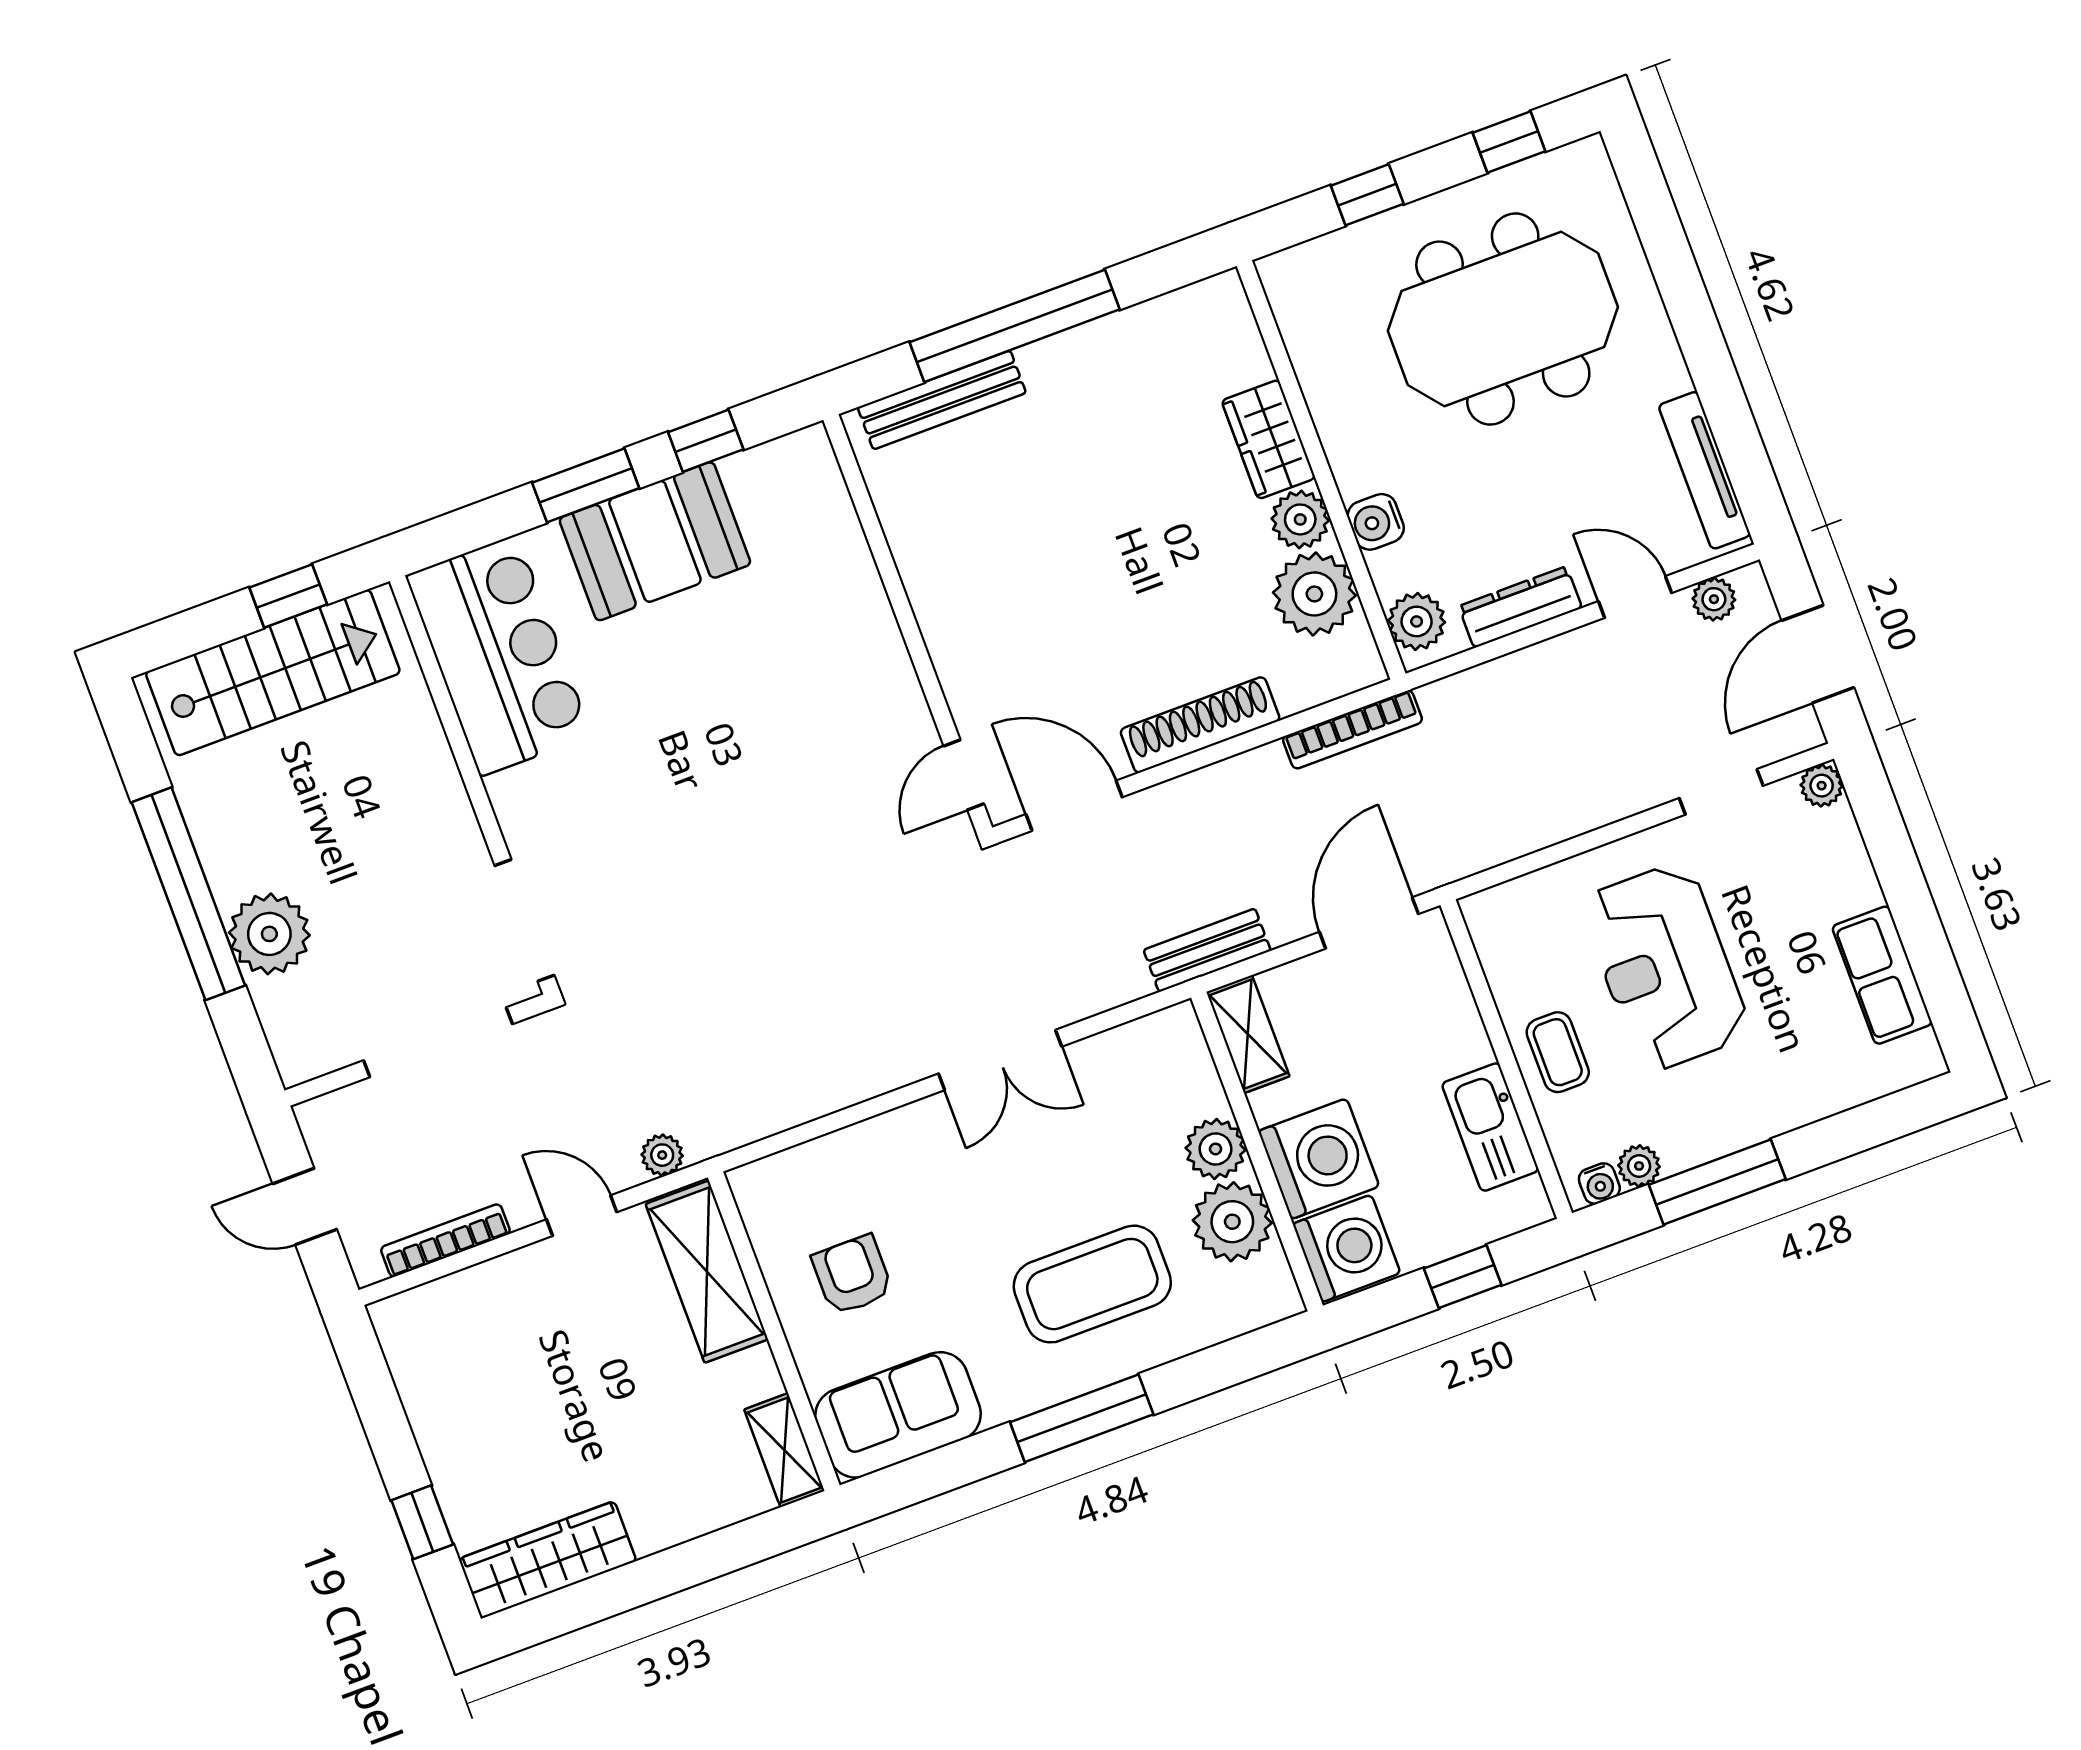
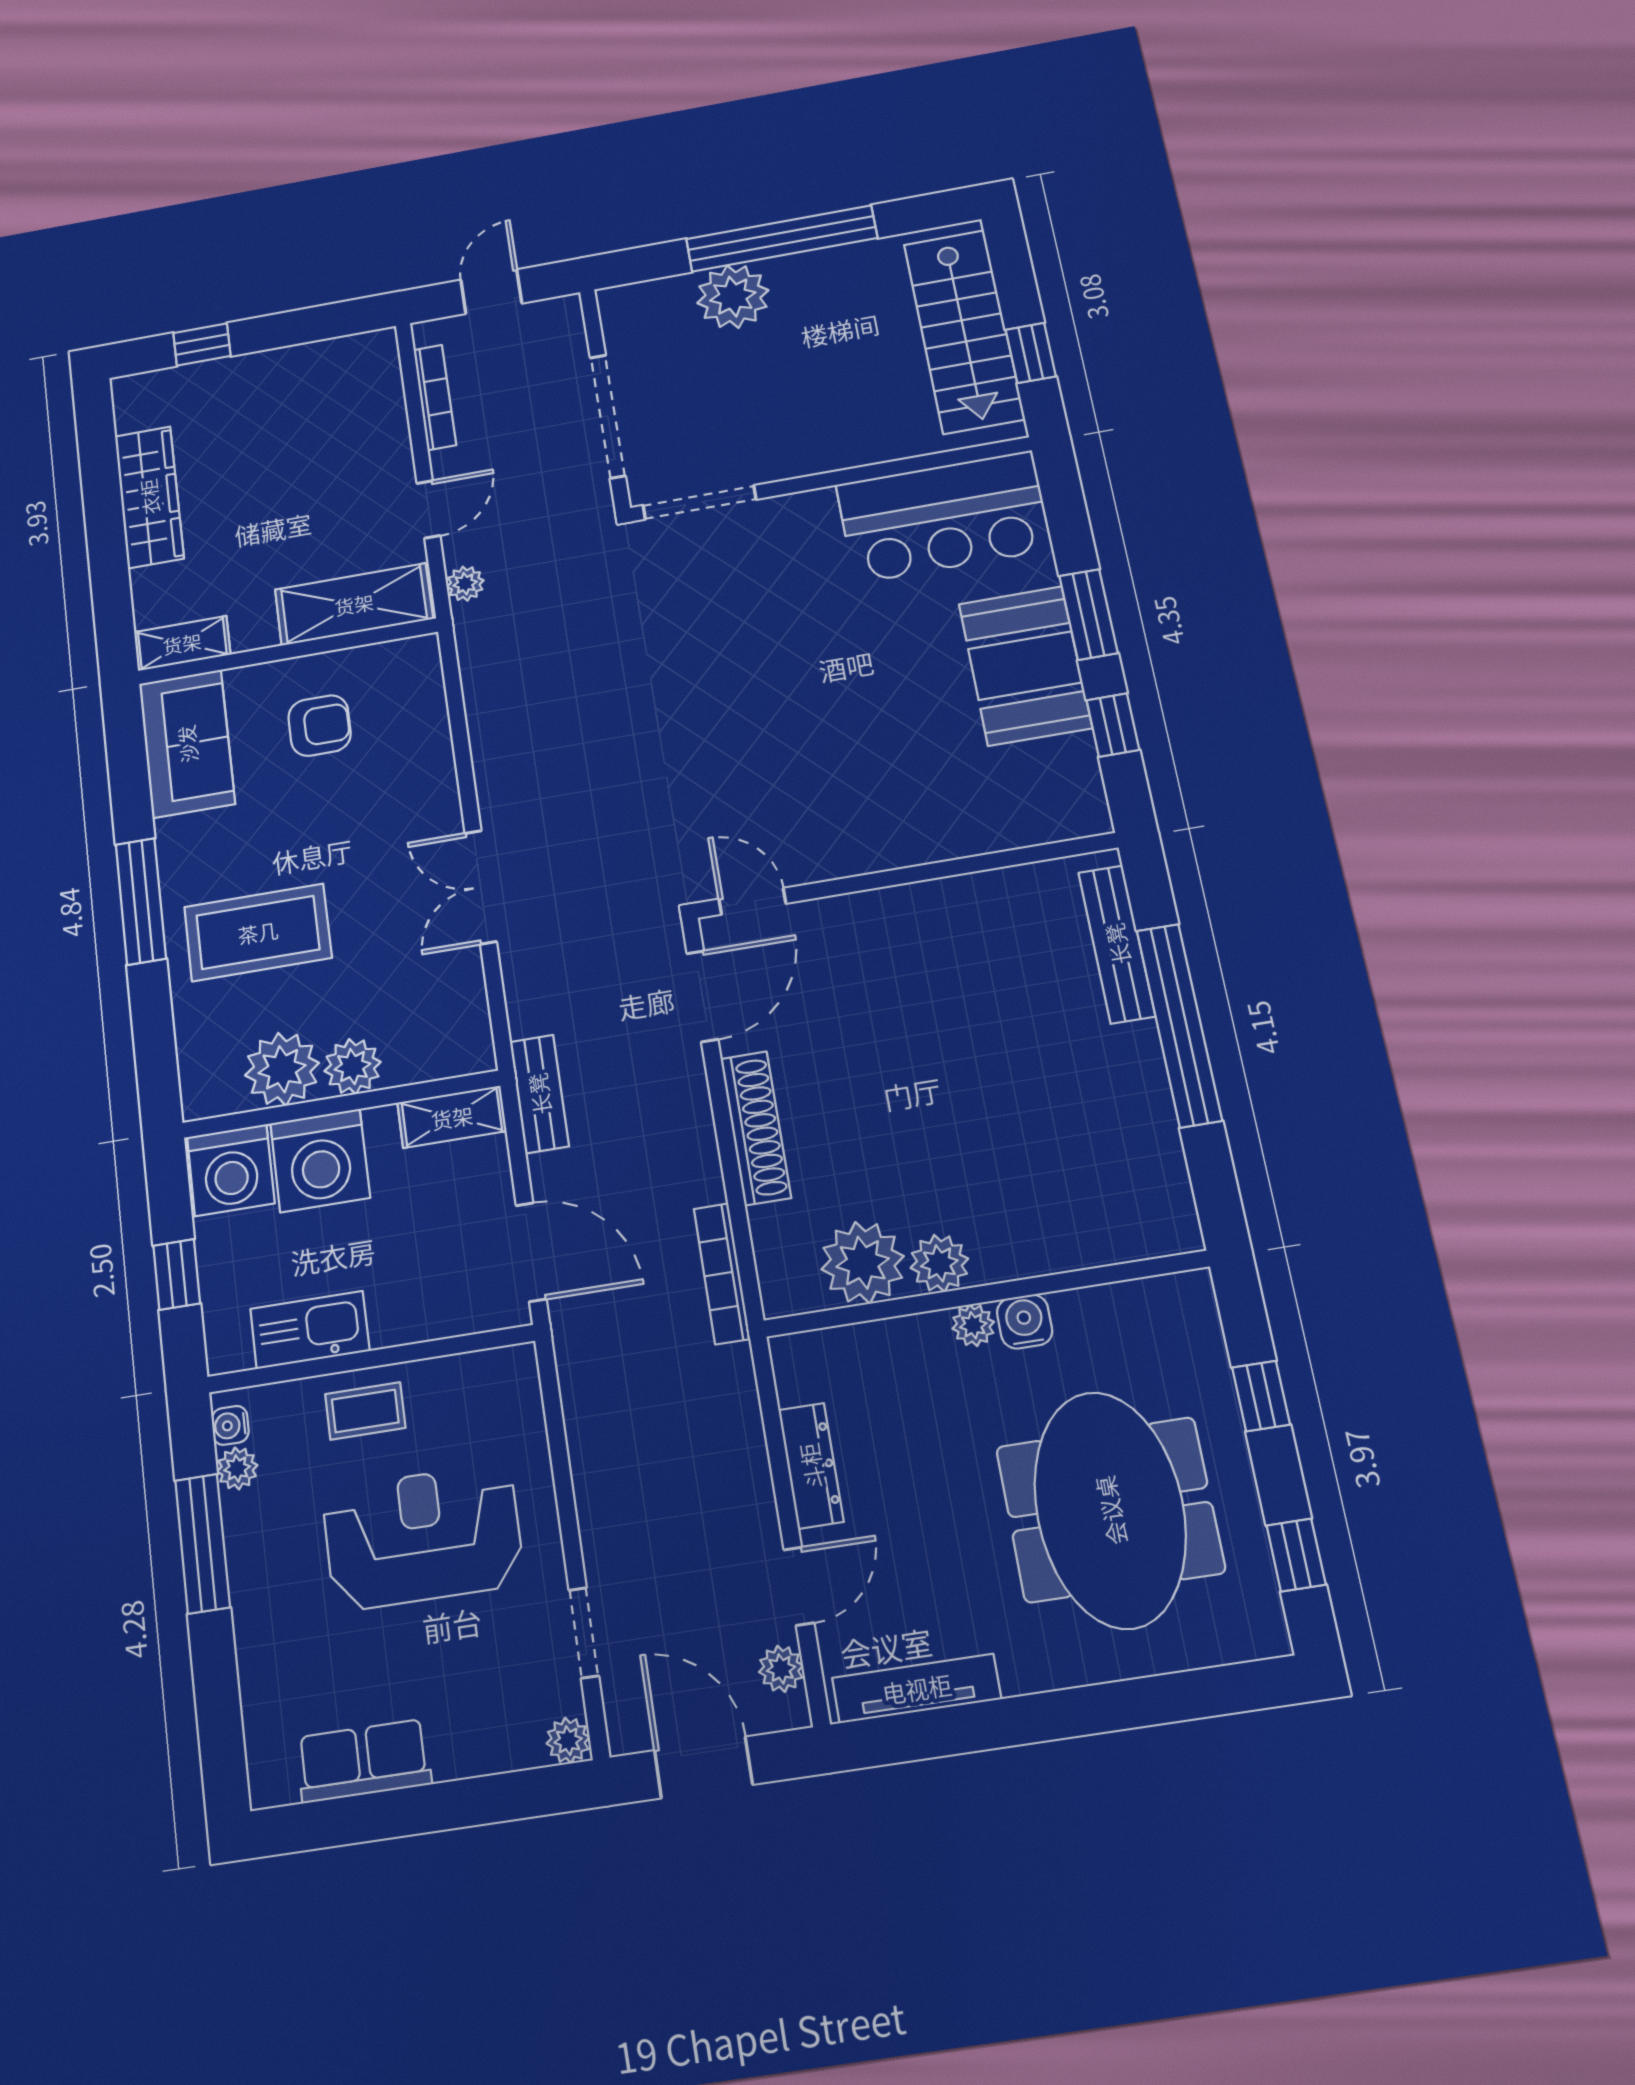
wardrobe: (1268, 439) -> (1025, 1248), removed
water cooler: (1376, 522) -> (1025, 1322), moved
plant: (1417, 621) -> (973, 1325), moved, width x0.73, depth x0.73
coffee table: (1092, 1284) -> (258, 932), turned 90
wardrobe: (548, 1560) -> (149, 497), moved

